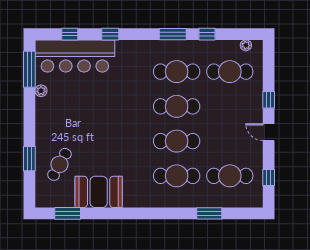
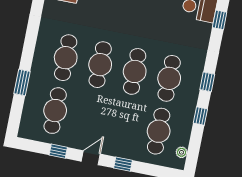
window: (173, 34) -> (207, 82), width x0.67
window: (269, 178) -> (58, 151), moved

